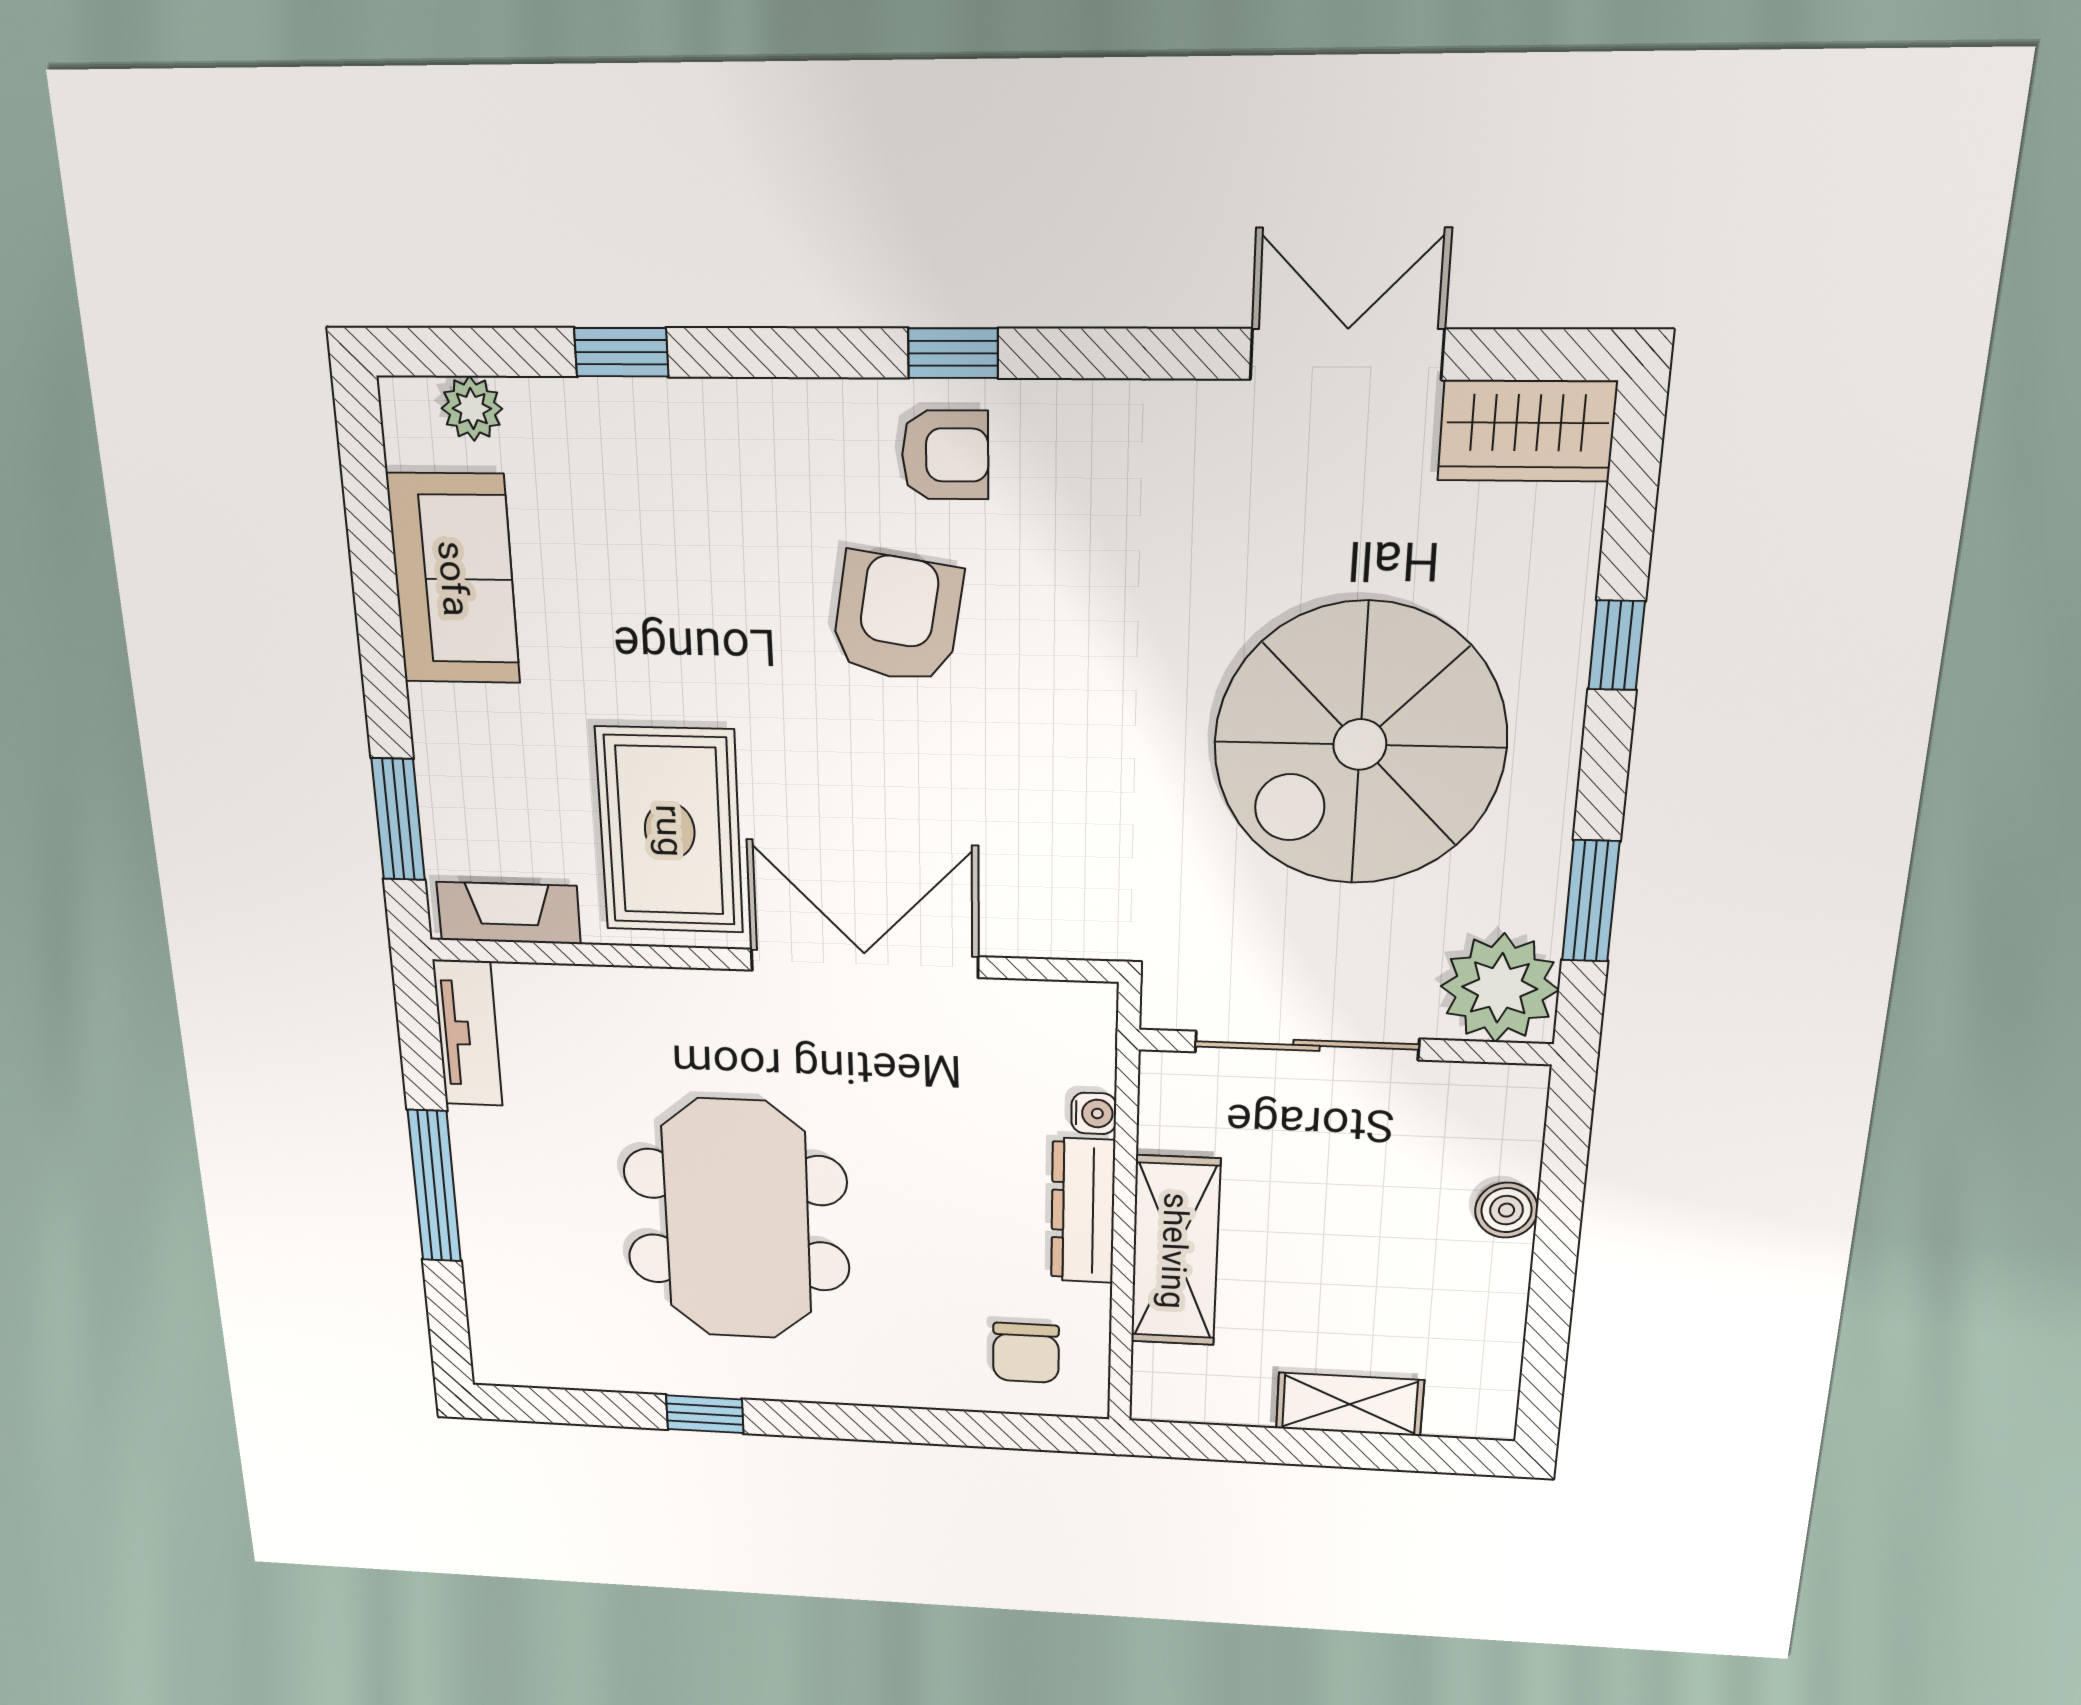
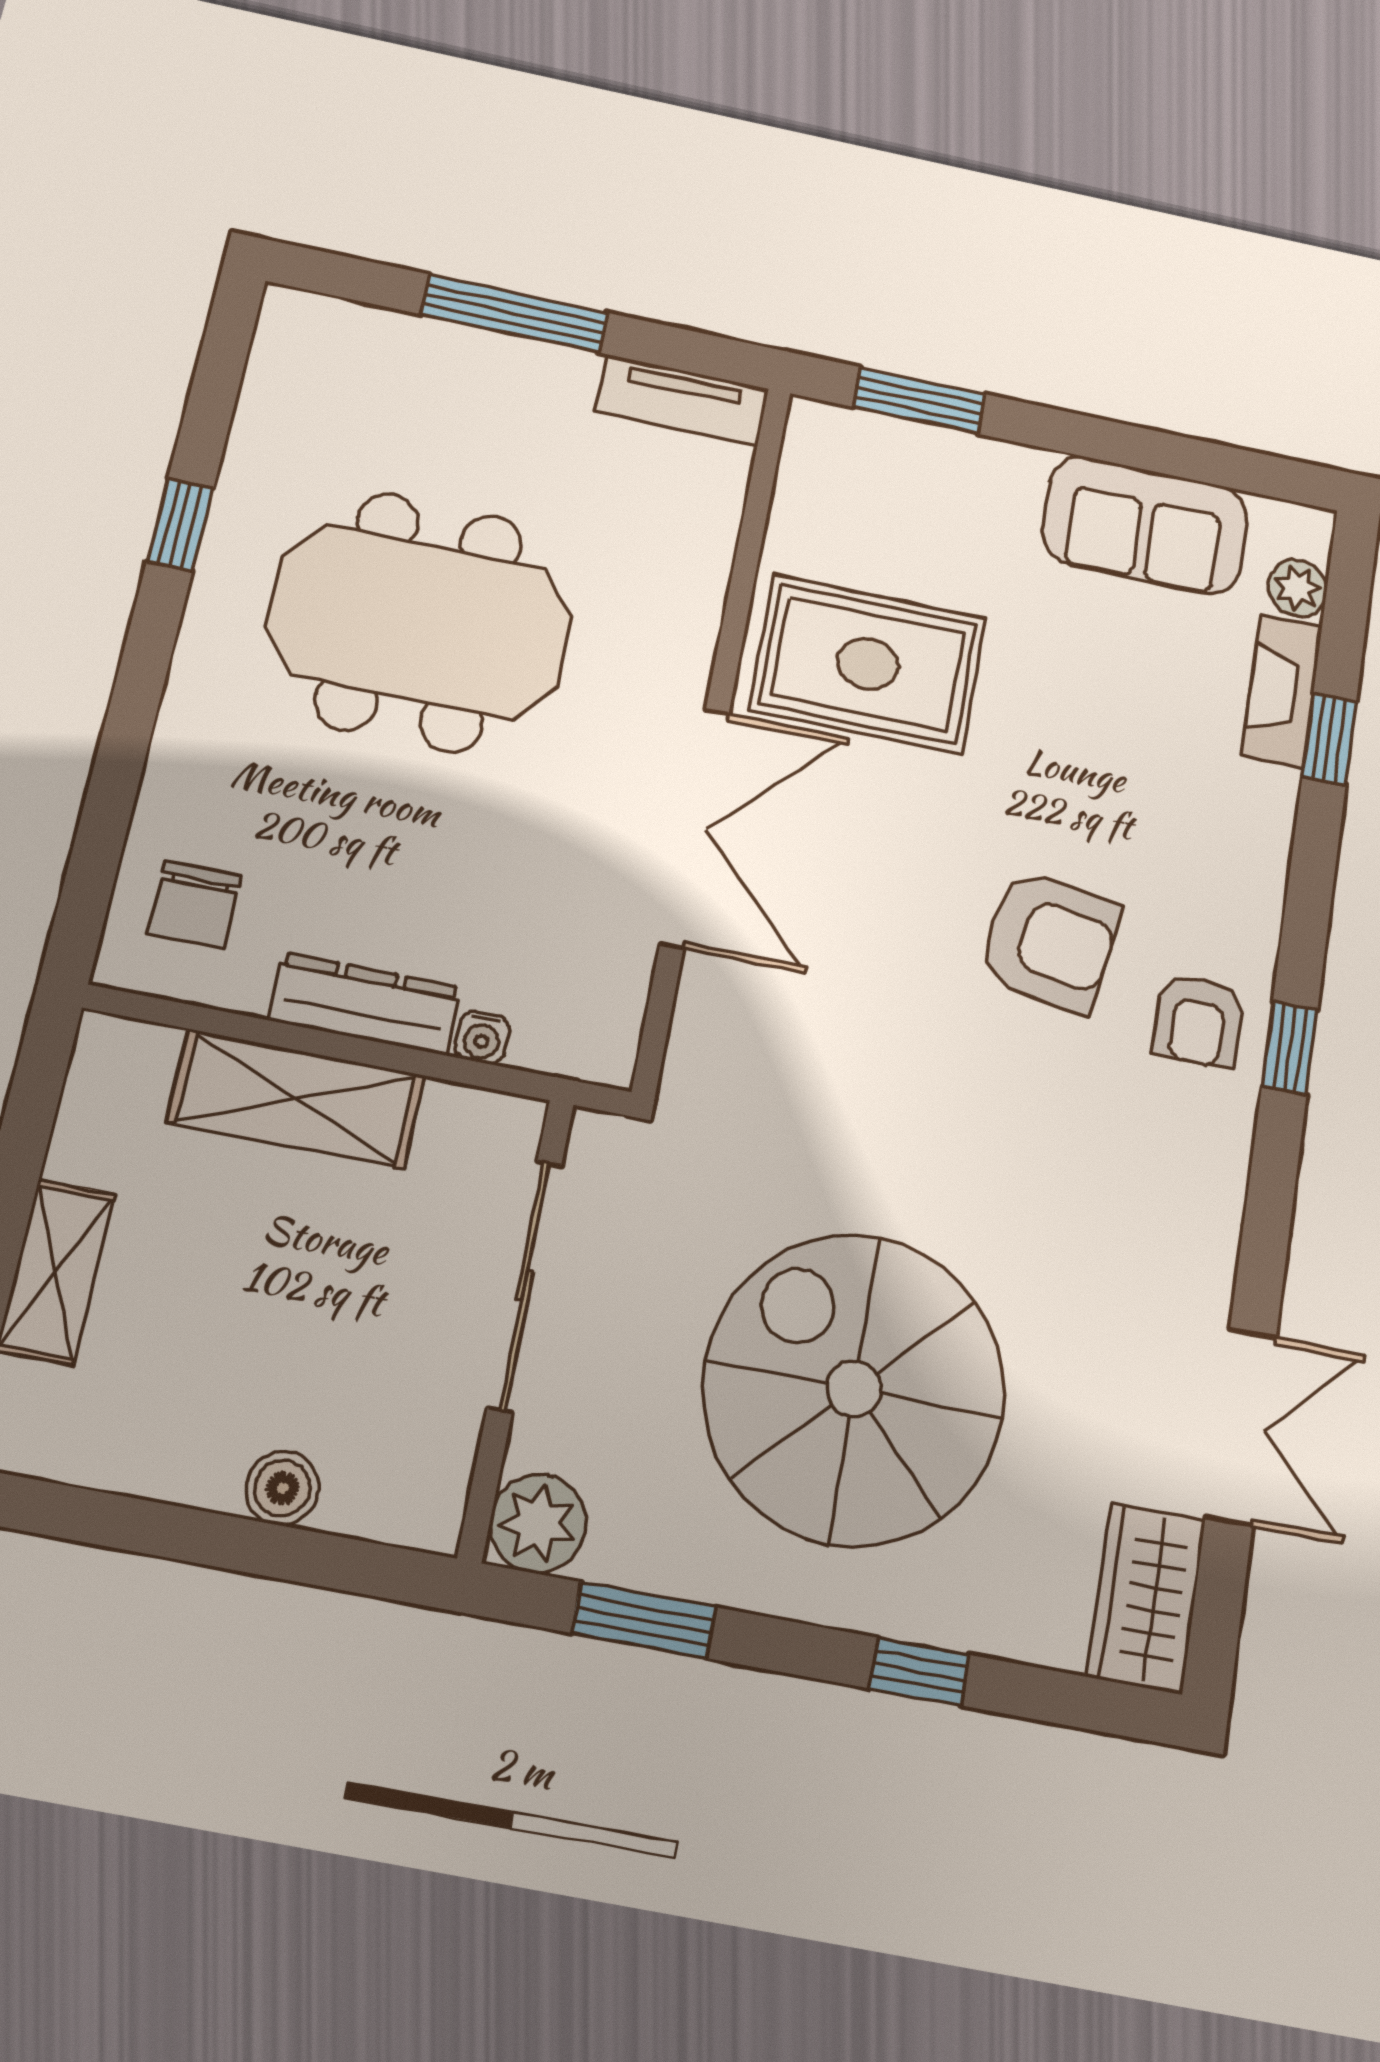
fireplace: (509, 913) -> (1282, 691), moved, turned 180
plant: (1500, 988) -> (538, 1523), width x0.73, depth x0.73
chair: (1026, 1353) -> (194, 905), turned -90

